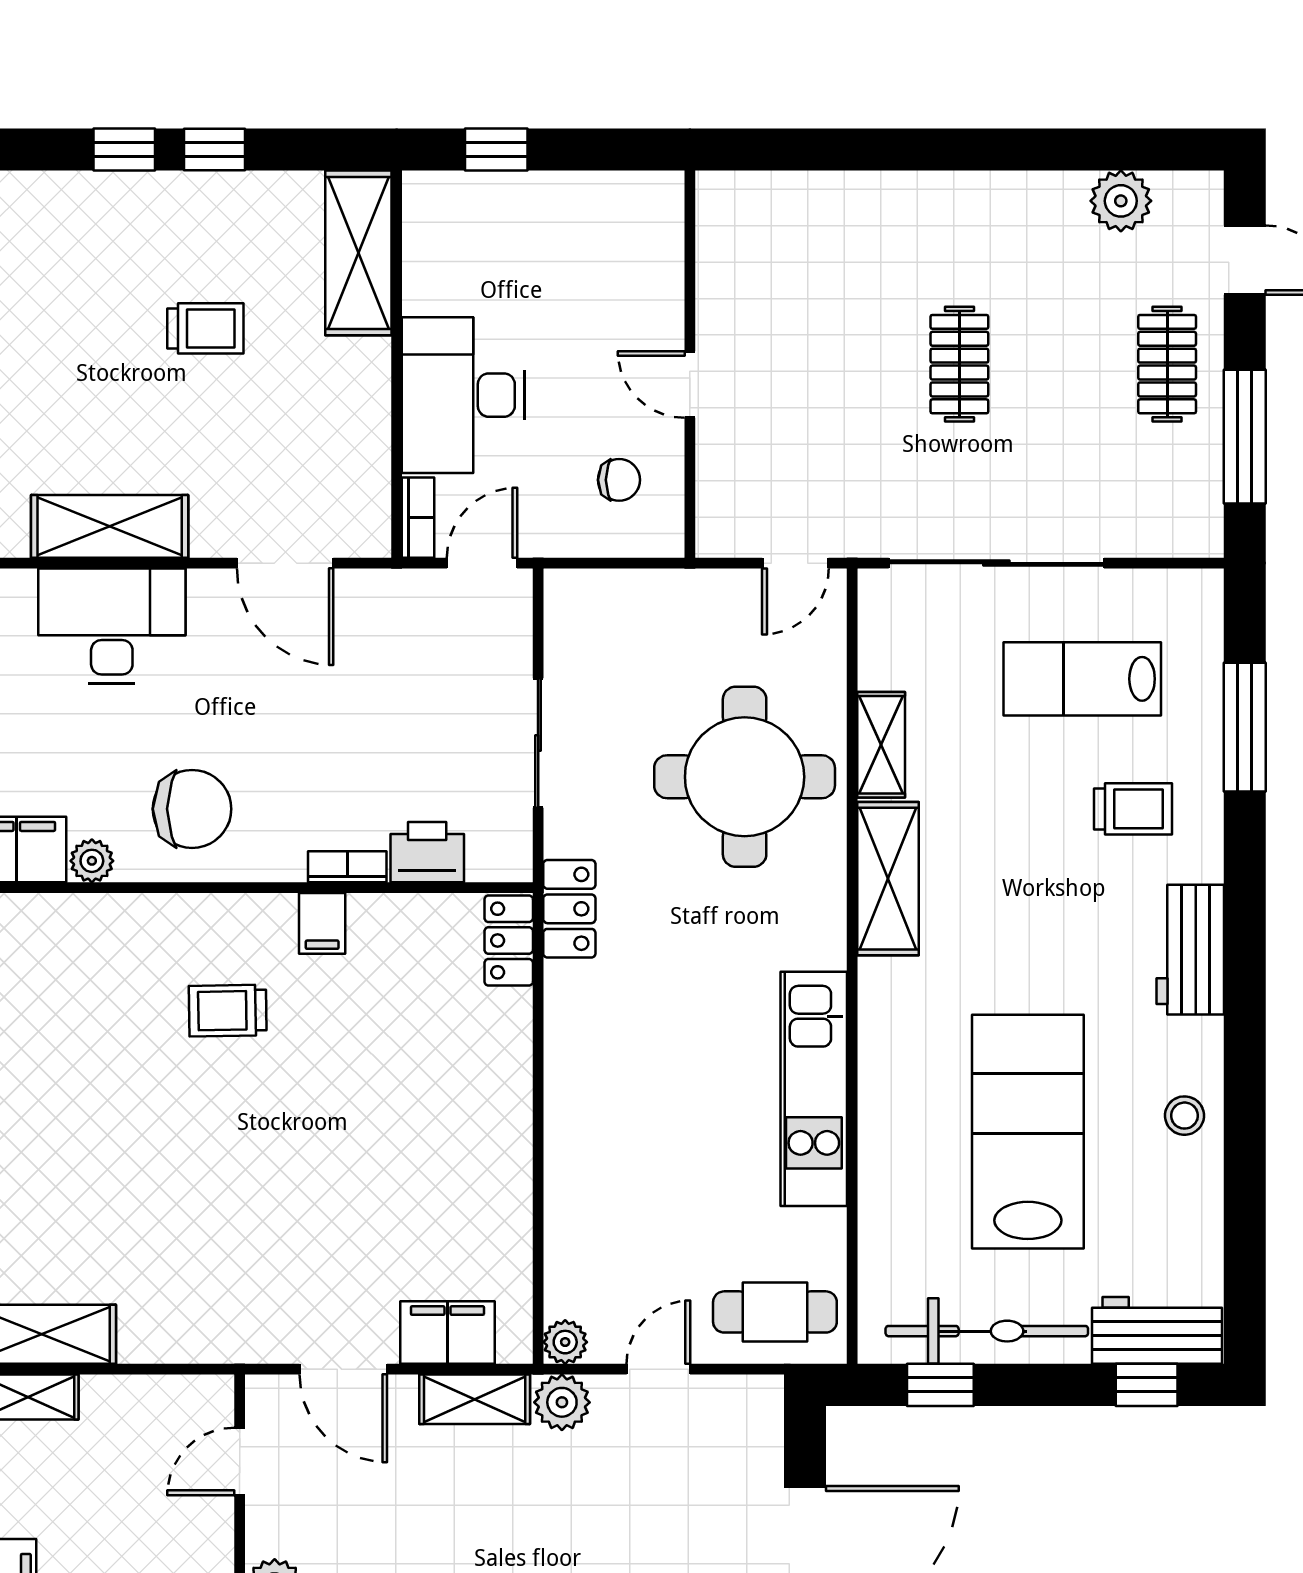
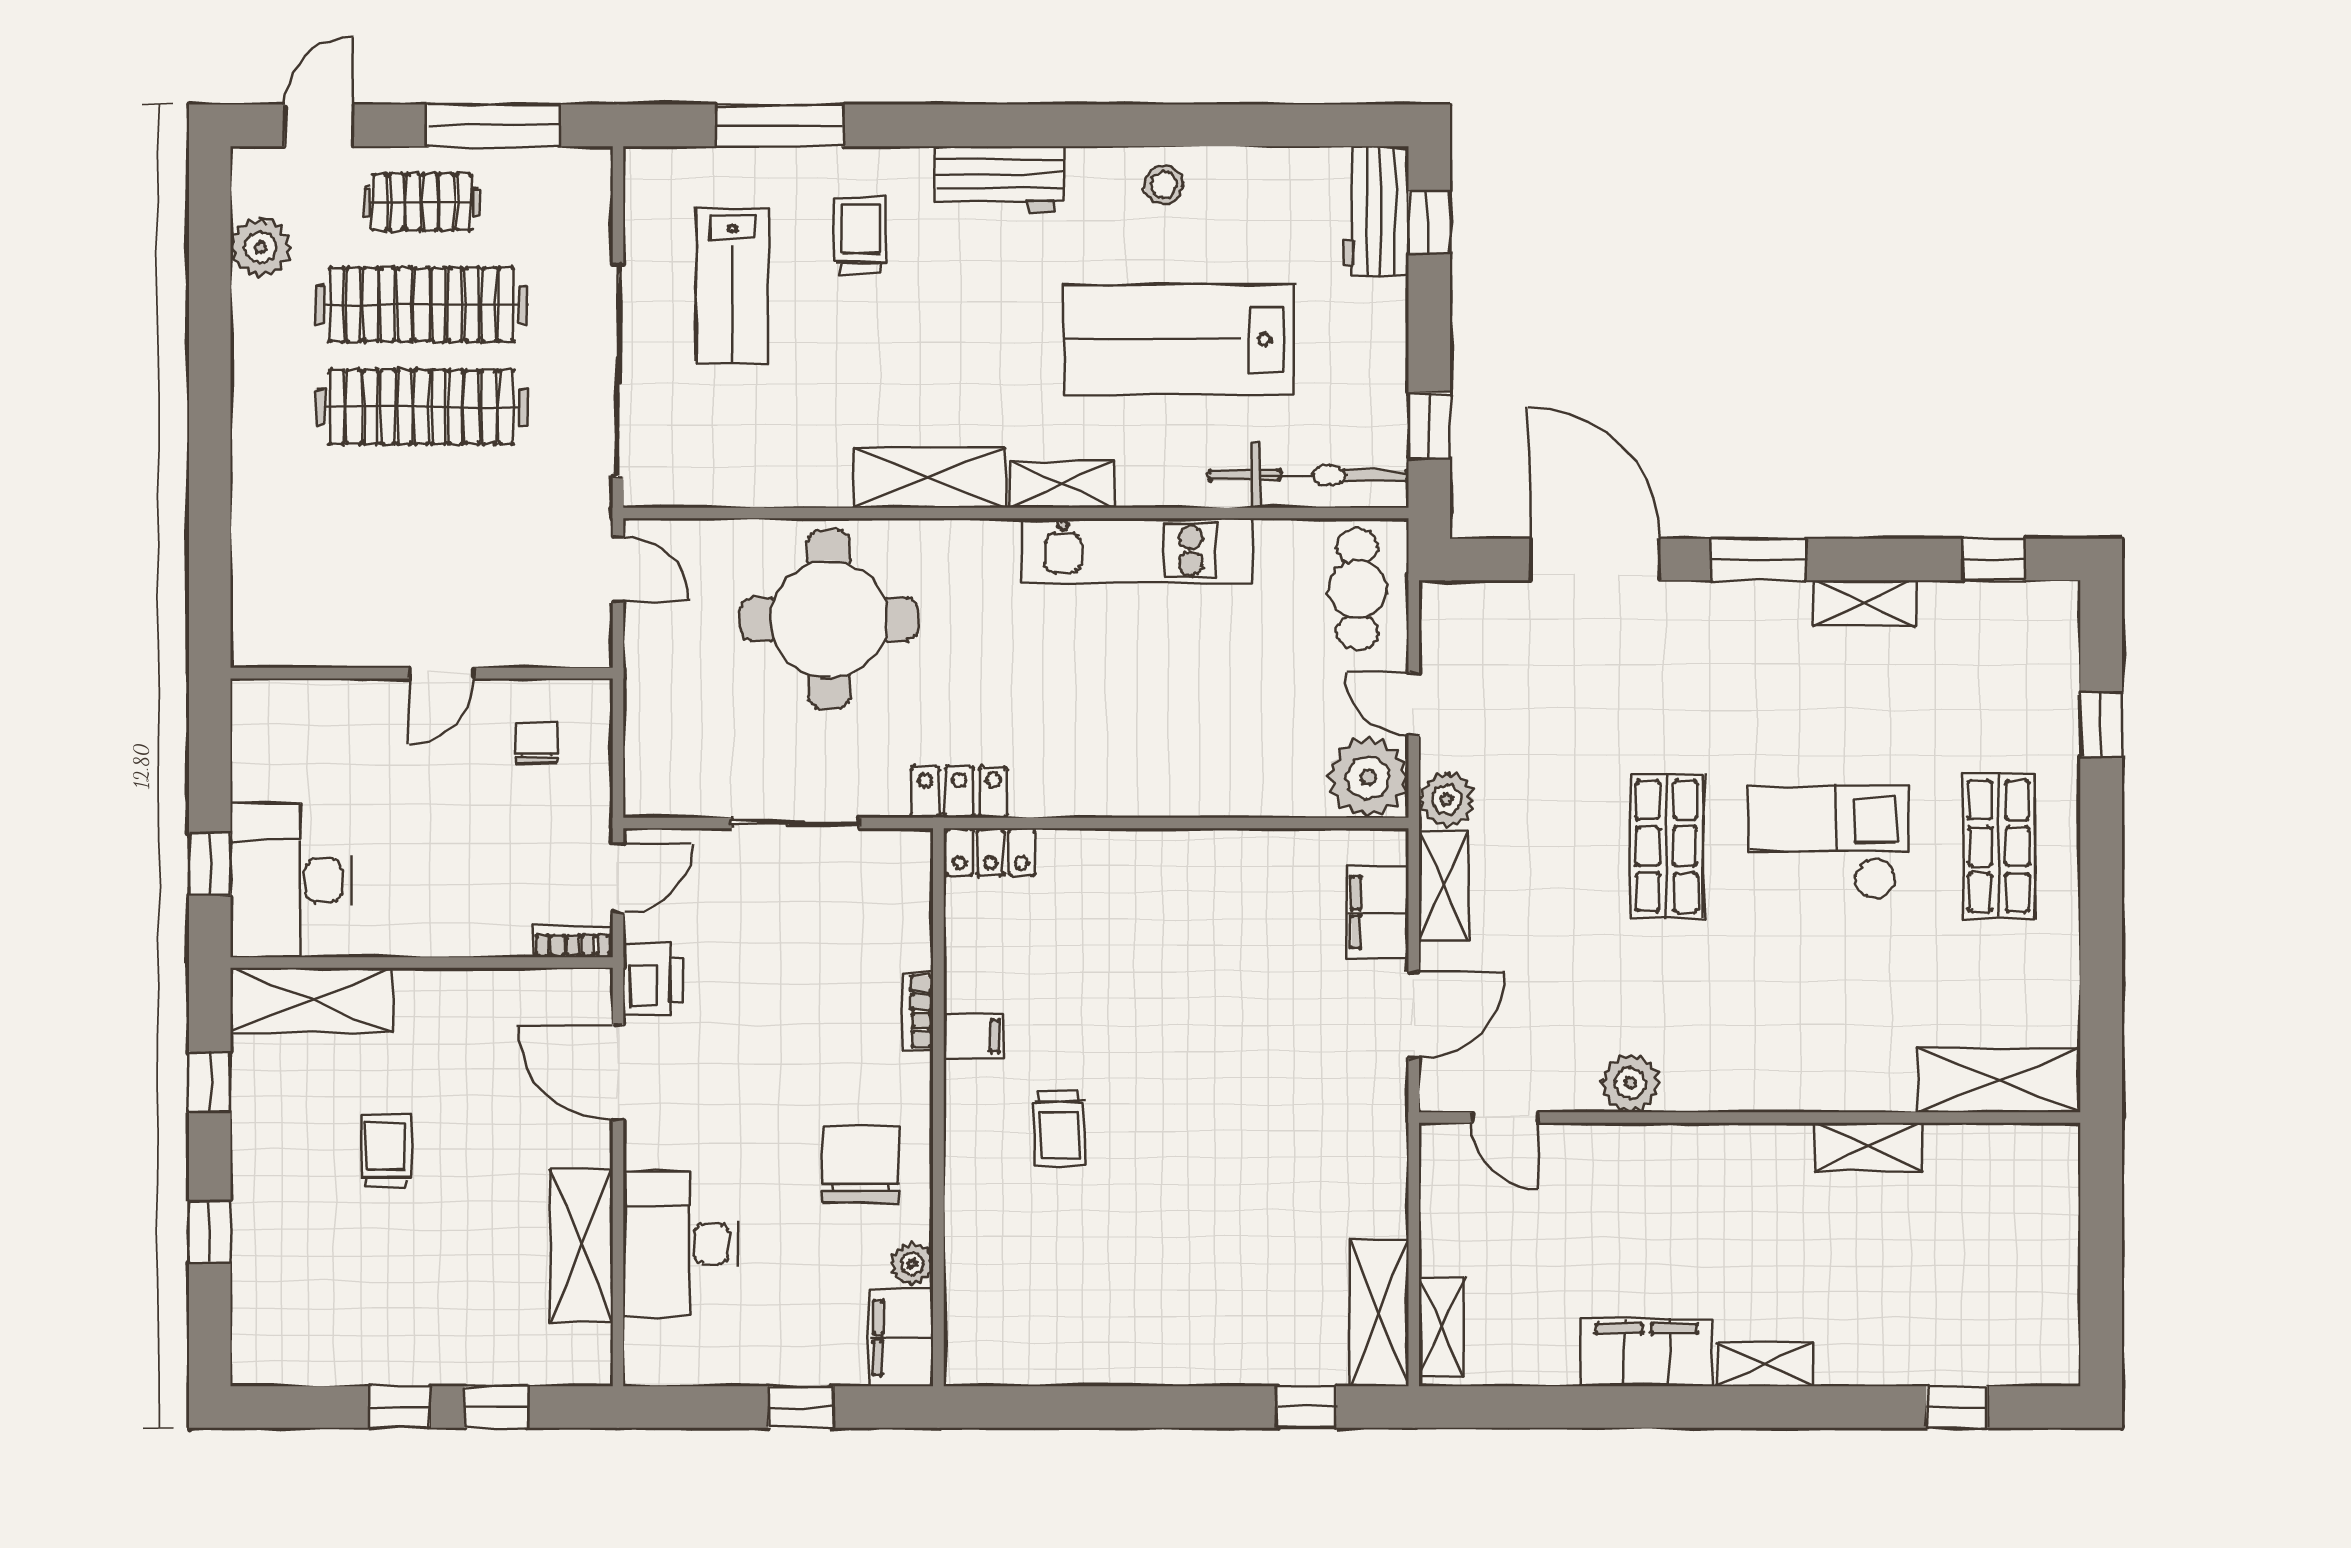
window: (214, 149) -> (210, 1082), moved
clothes rail: (959, 364) -> (422, 407), width x1.86, depth x1.31
clothes rail: (1063, 364) -> (422, 304), added
desk: (463, 395) -> (291, 880), moved, turned 90
door: (285, 563) -> (618, 1073), swing flipped
door: (482, 563) -> (618, 878), swing flipped
shelving: (881, 745) -> (1062, 484), moved
printer: (427, 852) -> (653, 979), moved, turned 180
bicycle: (987, 1331) -> (1309, 475), moved, turned 90
plant: (565, 1342) -> (1368, 777), width x1.87, depth x1.87

